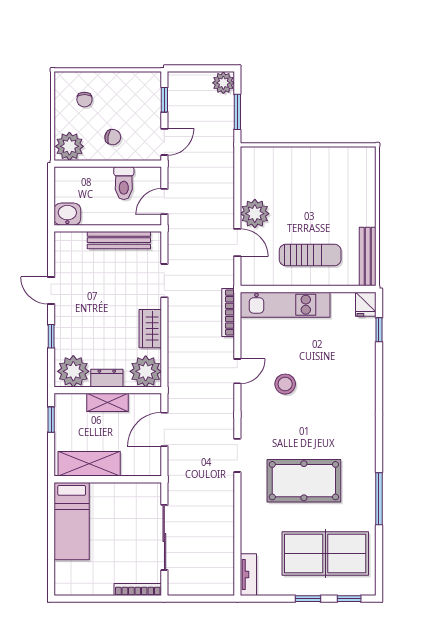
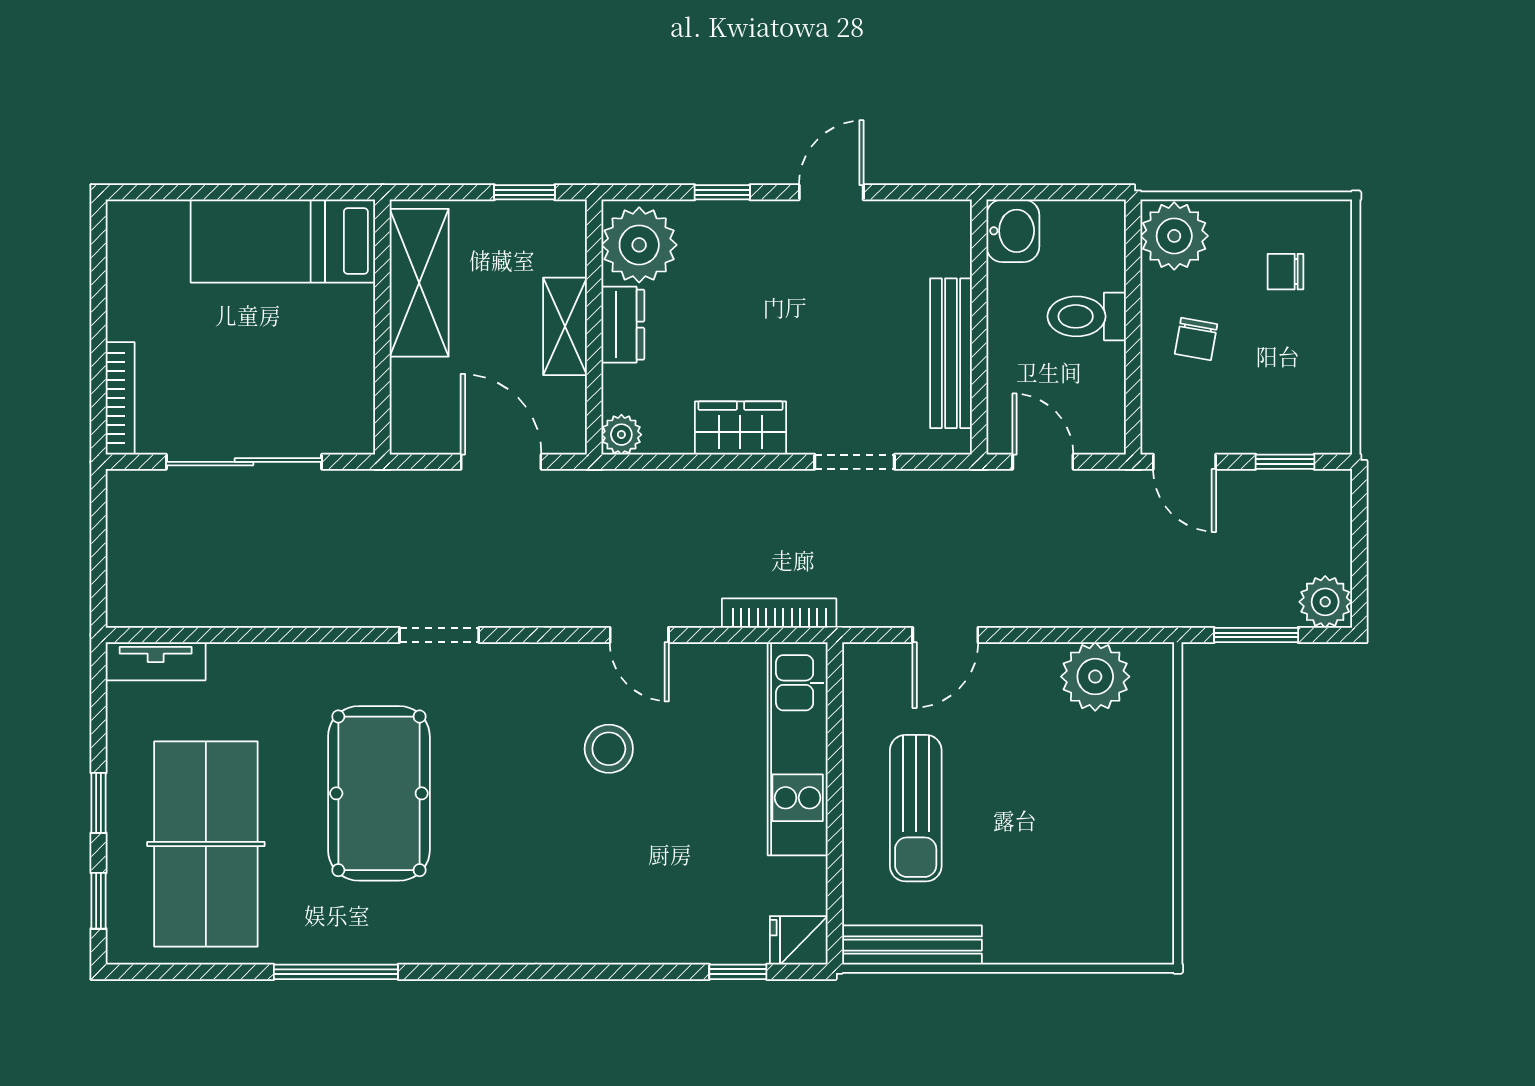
toilet: (124, 183) -> (1087, 316), moved
plant: (255, 214) -> (1095, 677), moved
plant: (146, 371) -> (621, 435), width x0.53, depth x0.53

